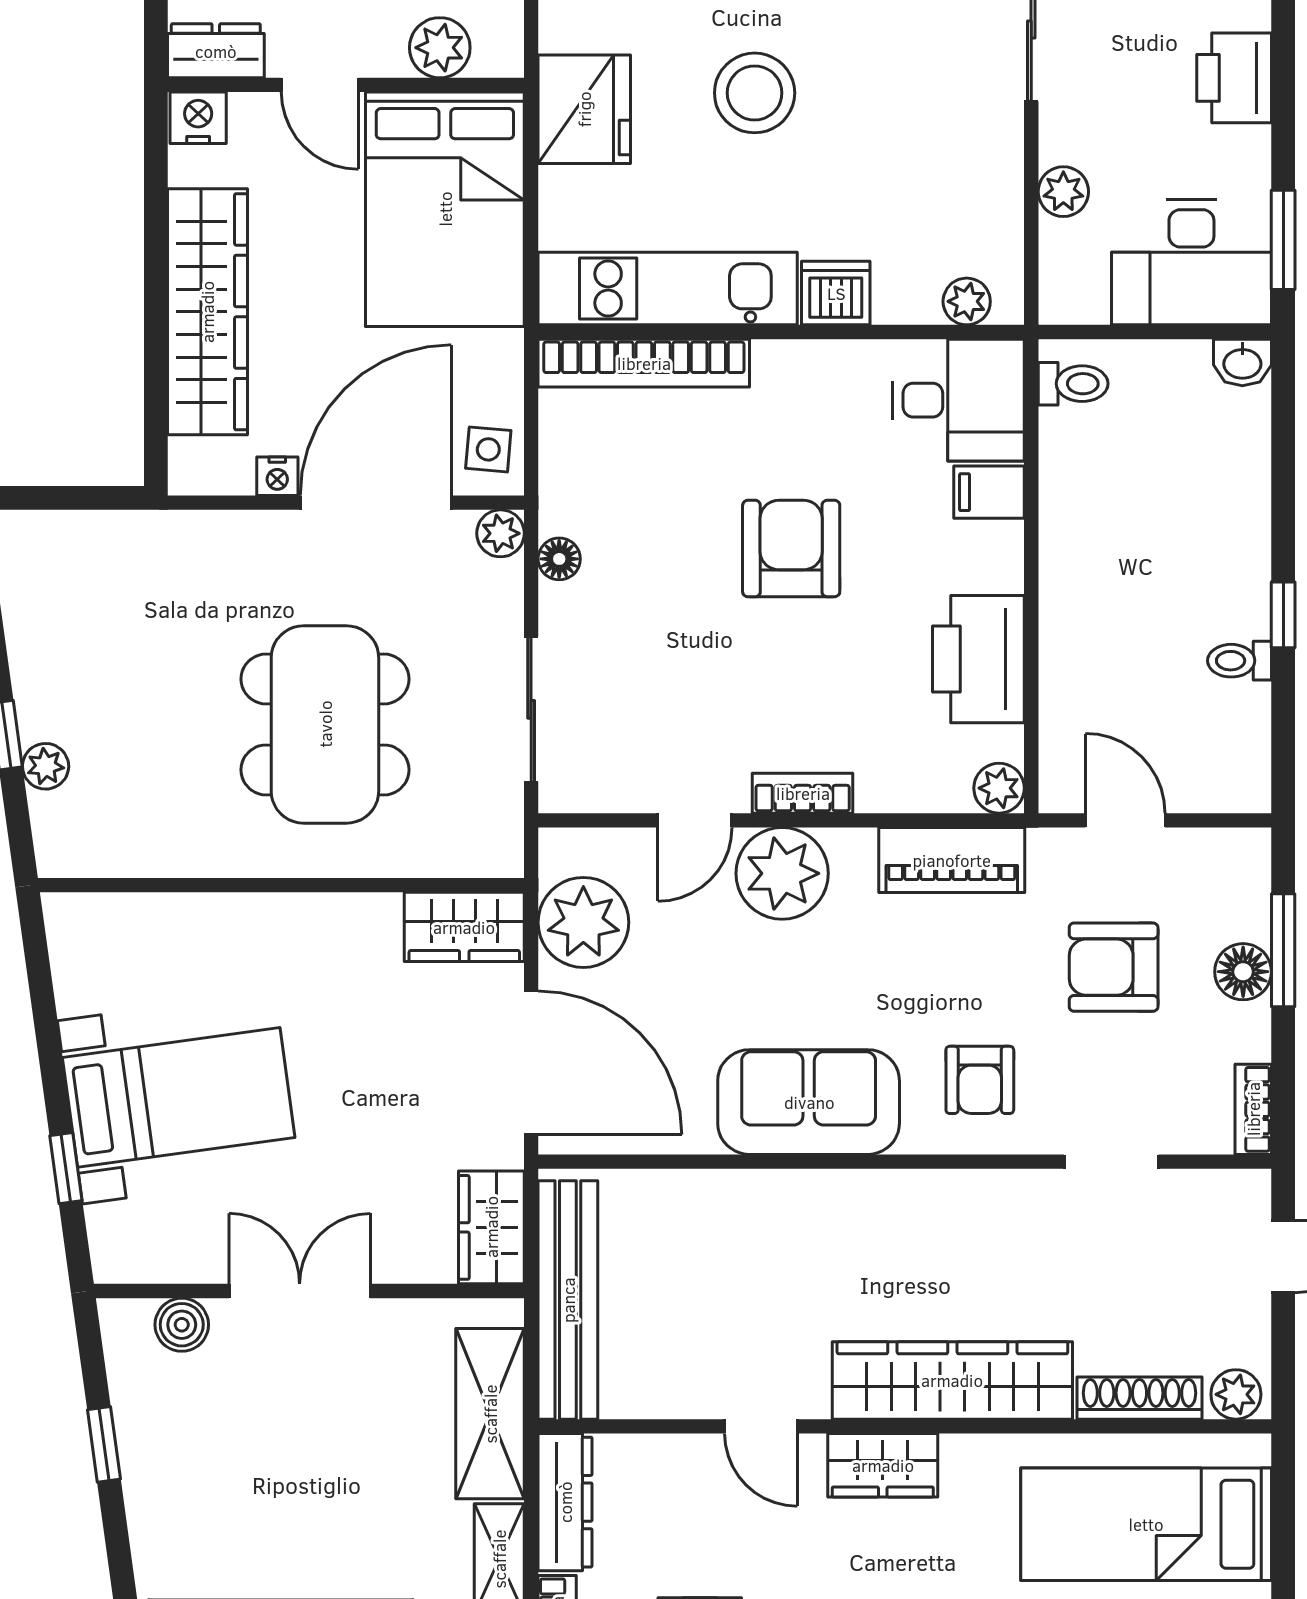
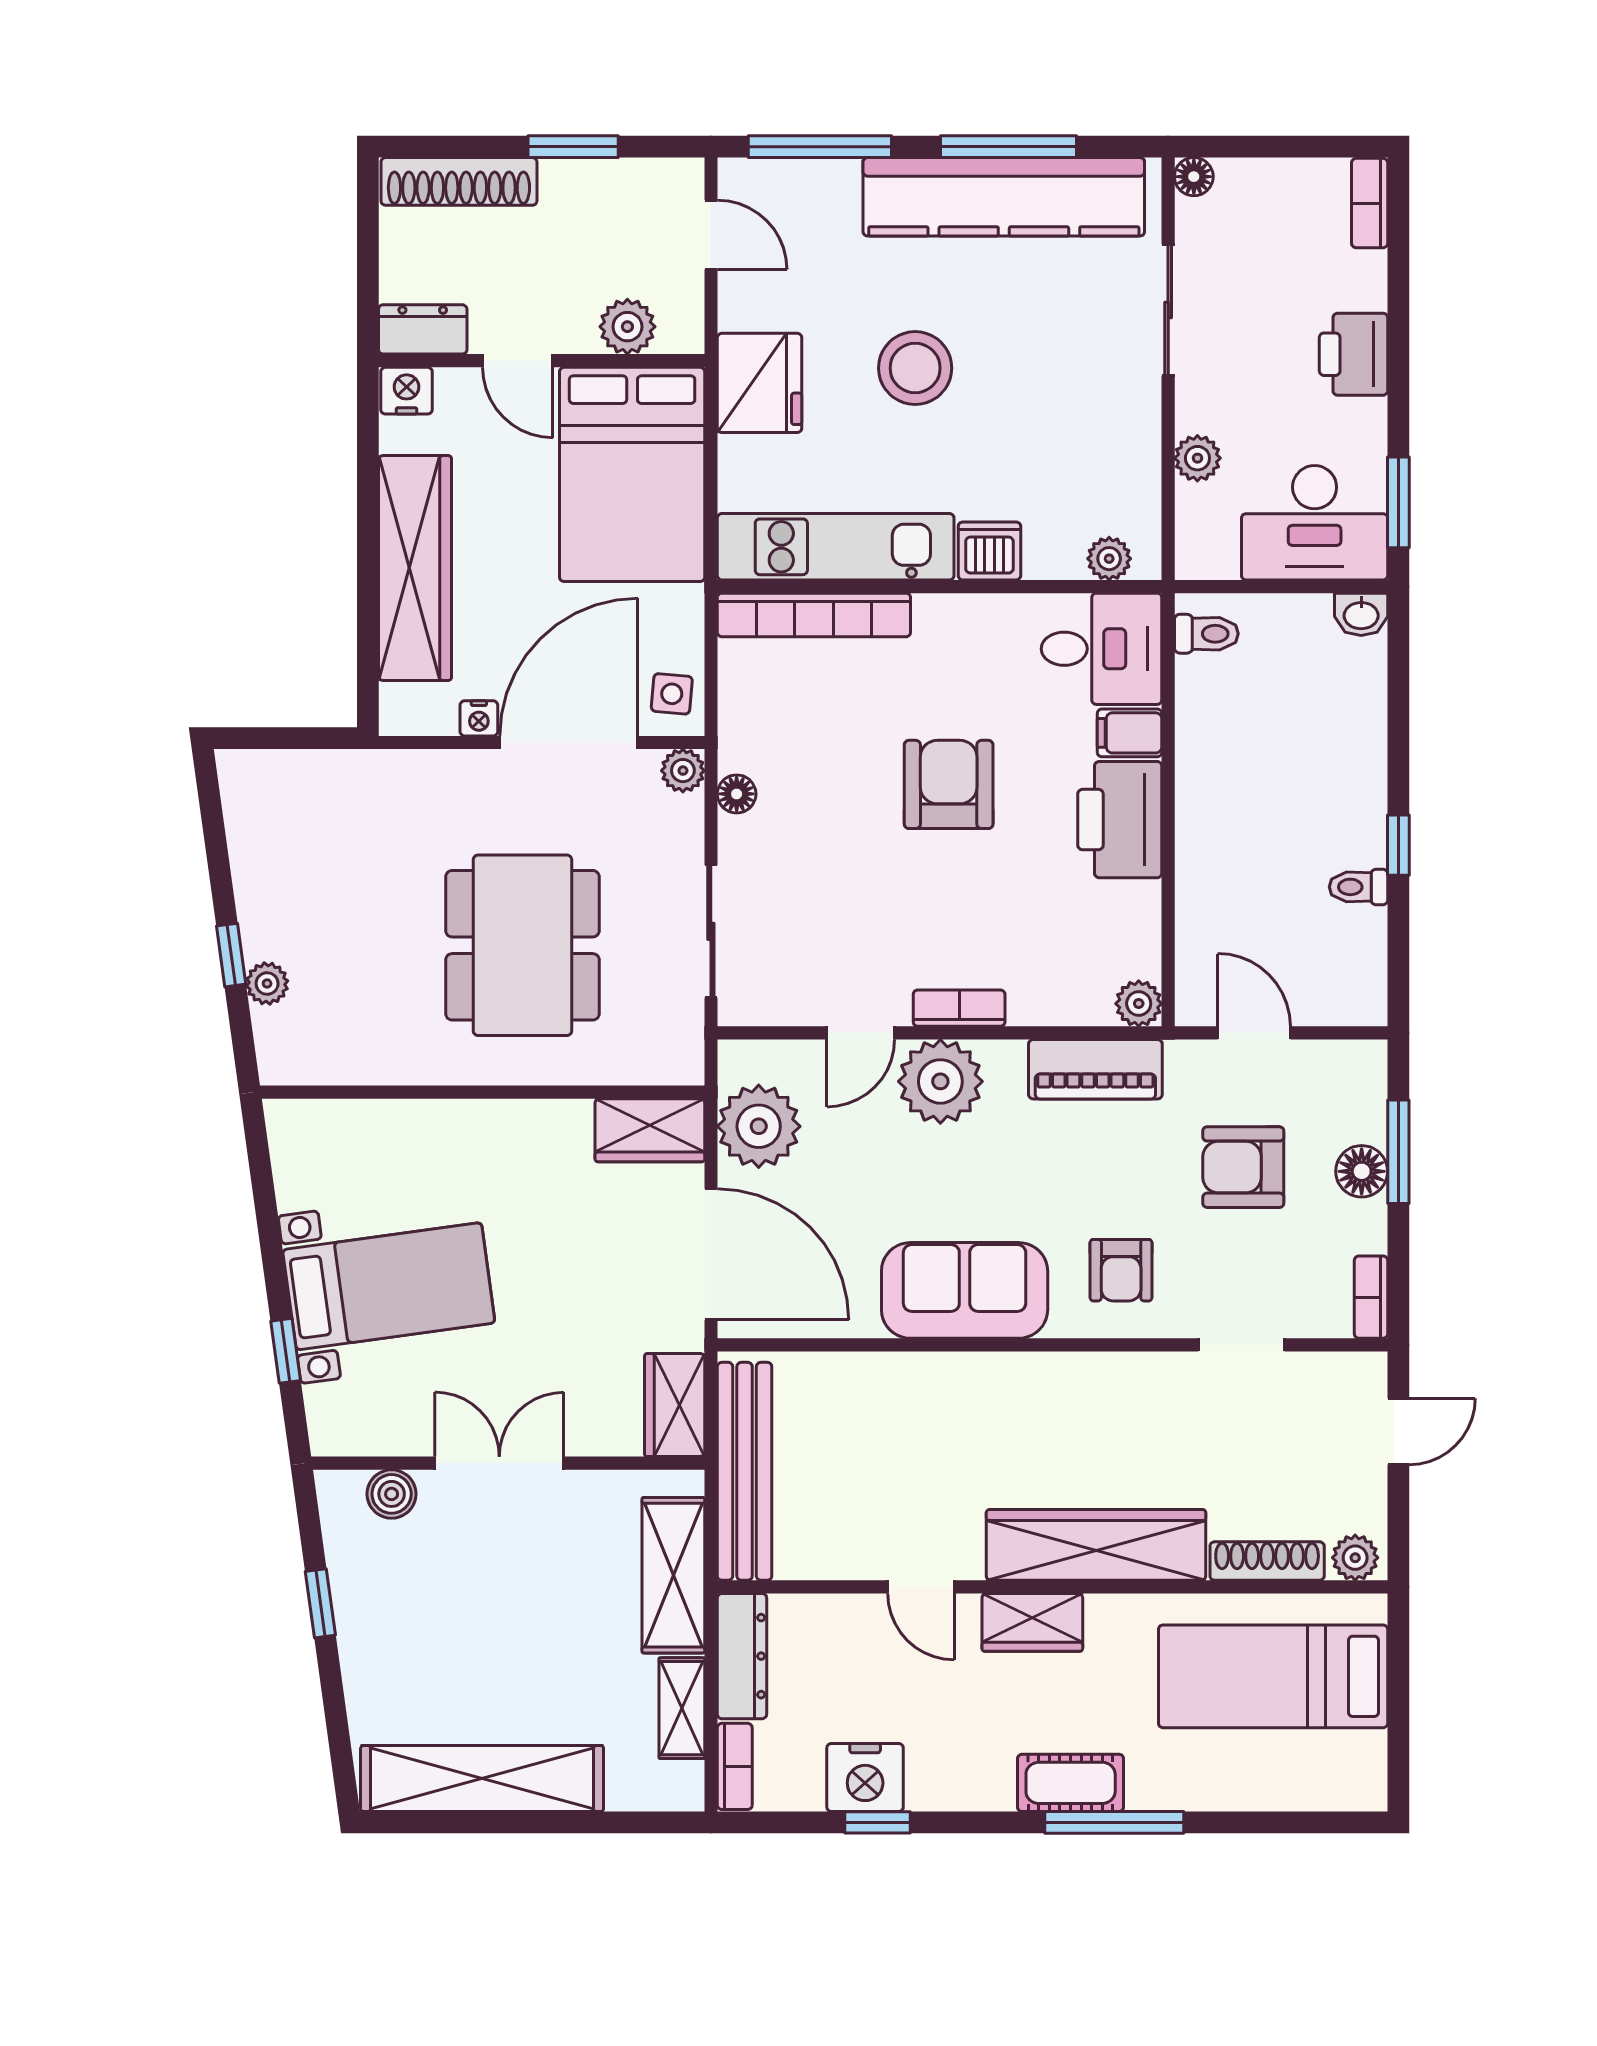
printer: (978, 659) -> (1120, 820), moved

